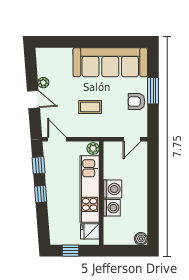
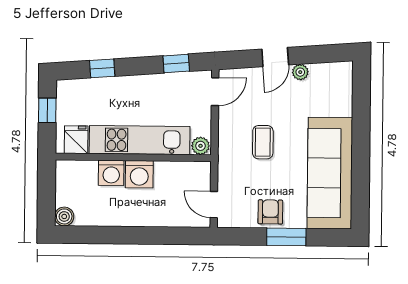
window: (41, 194) -> (102, 68), moved

